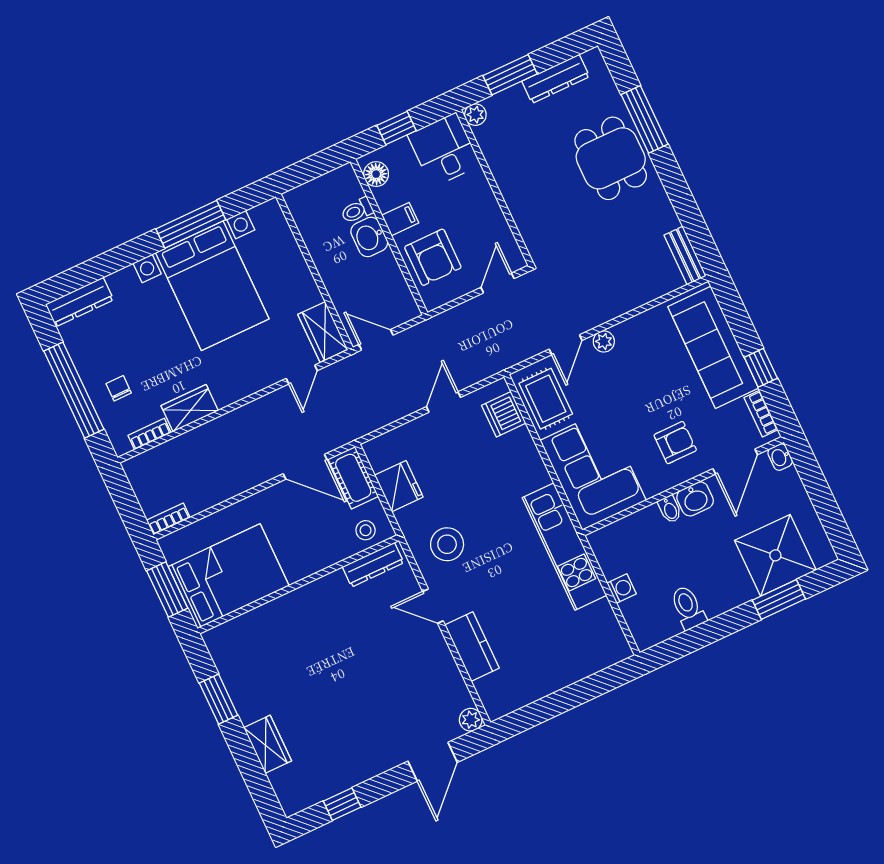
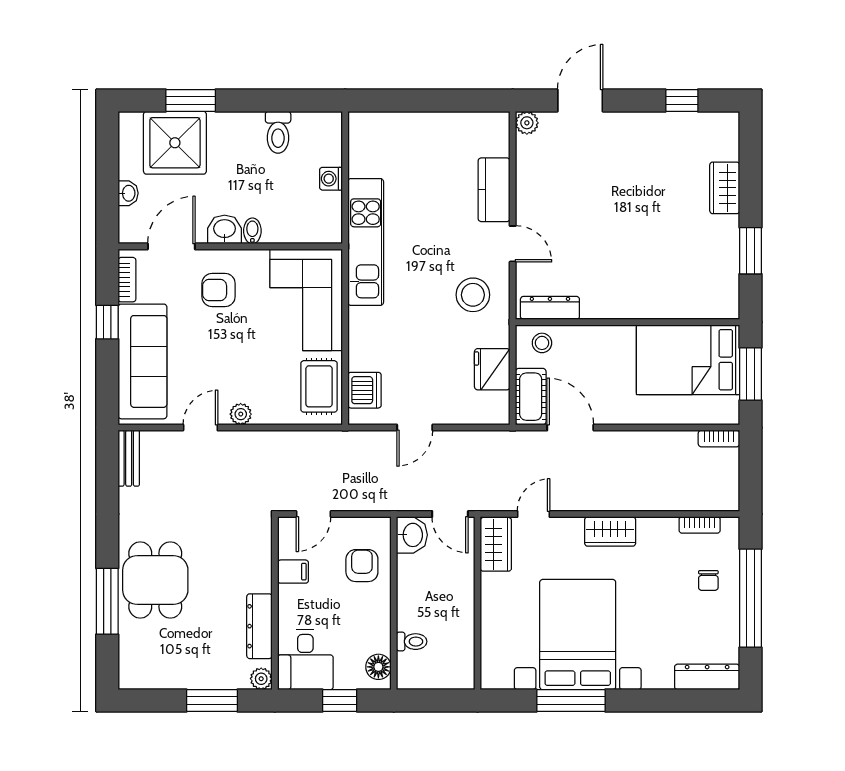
dresser: (556, 79) -> (259, 626), moved, turned -90
filing cabinet: (400, 219) -> (293, 572), moved, turned 180
washbasin: (369, 237) -> (412, 535), moved
armchair: (433, 257) -> (362, 566), width x0.72, depth x0.72
door: (566, 345) -> (200, 428), moved
wardrobe: (190, 408) -> (610, 531), moved
washbasin: (780, 457) -> (128, 193), moved

